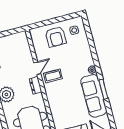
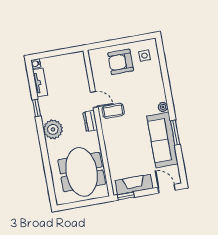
armchair: (56, 37) -> (121, 62), turned 90
door: (37, 68) -> (94, 100), hinge flipped

